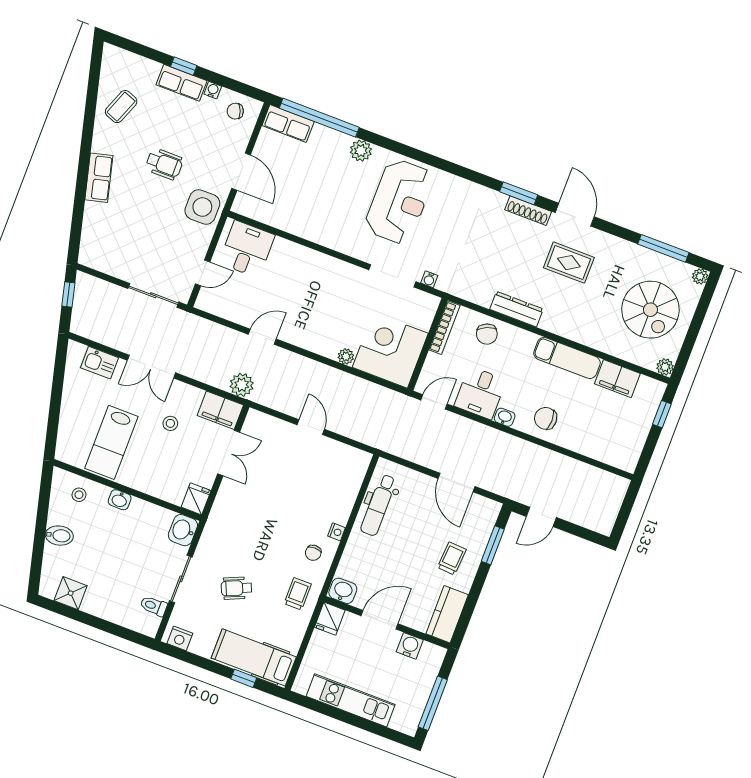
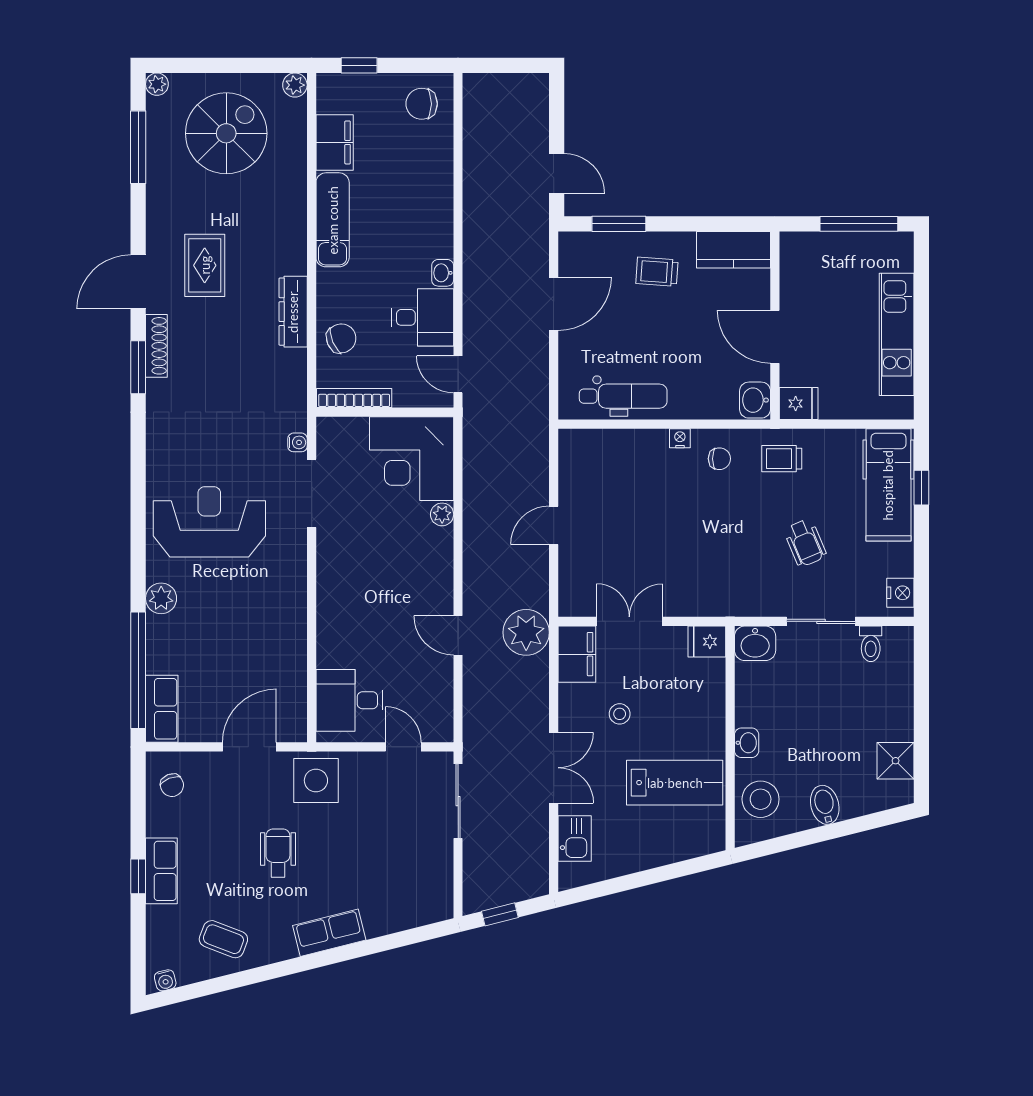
water cooler: (213, 90) -> (165, 980), moved, turned -104
plant: (242, 385) -> (526, 632), width x1.36, depth x1.36
chair: (546, 418) -> (422, 104), moved, turned 90
stool: (79, 495) -> (761, 799), width x1.89, depth x1.89
water cooler: (410, 646) -> (794, 283), removed

